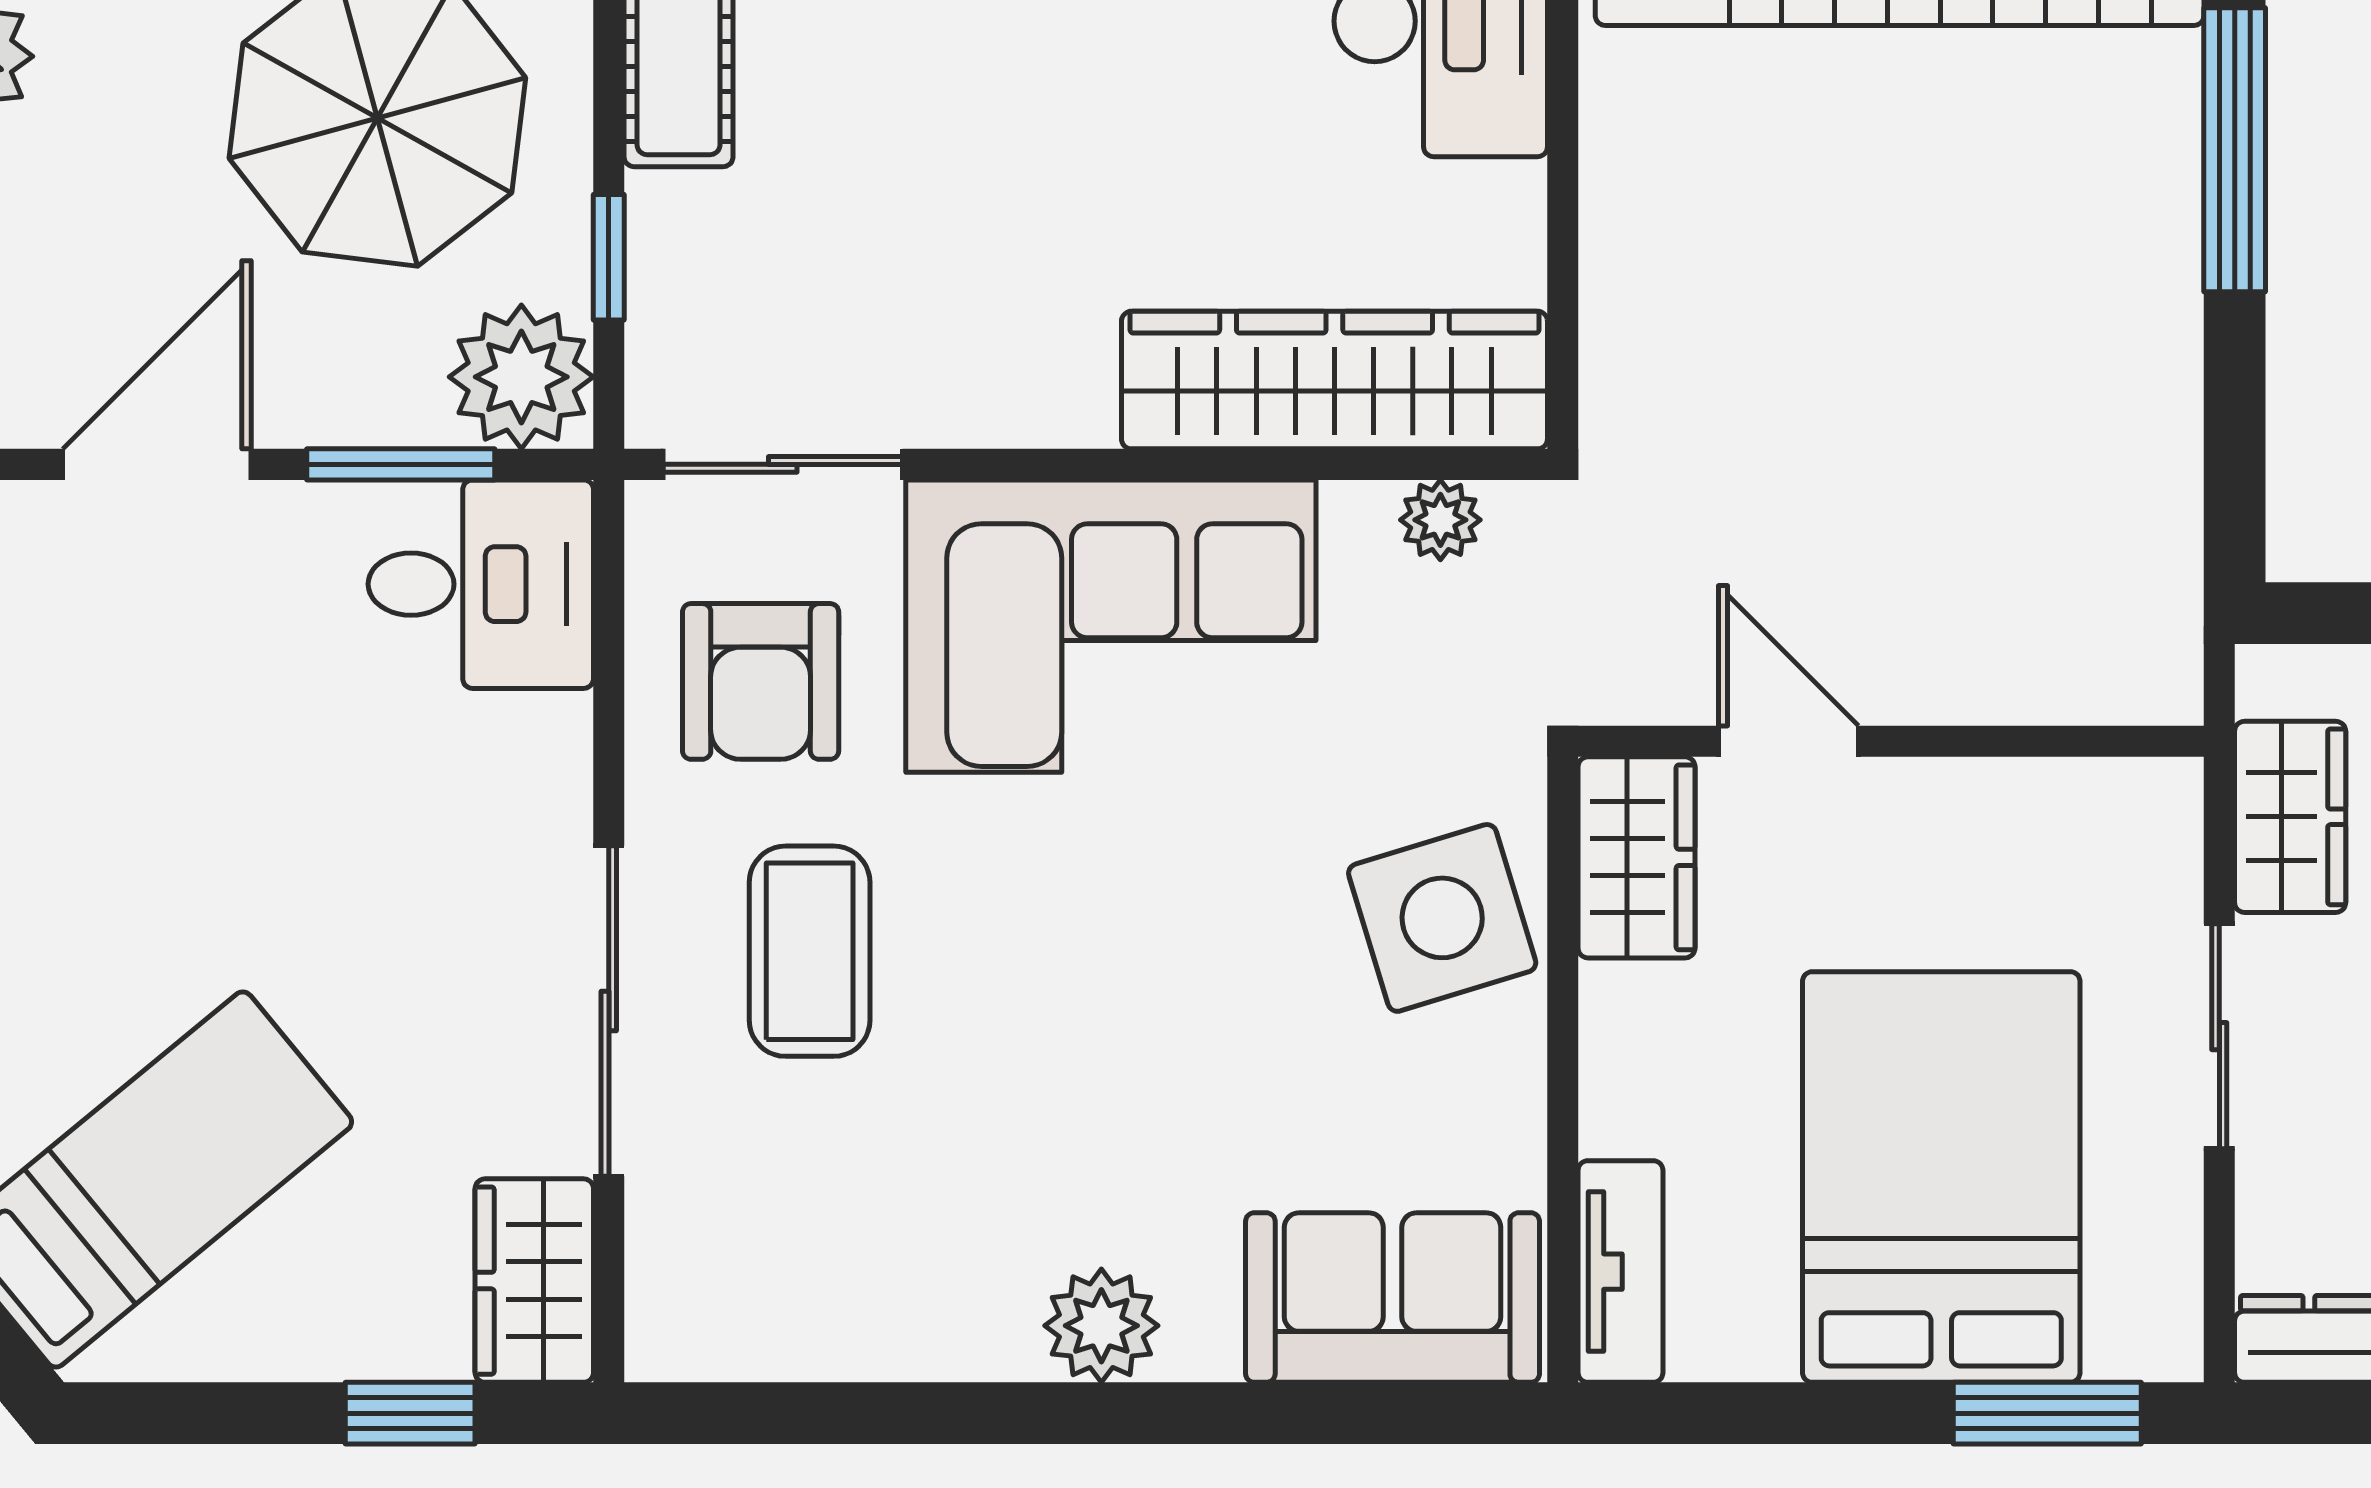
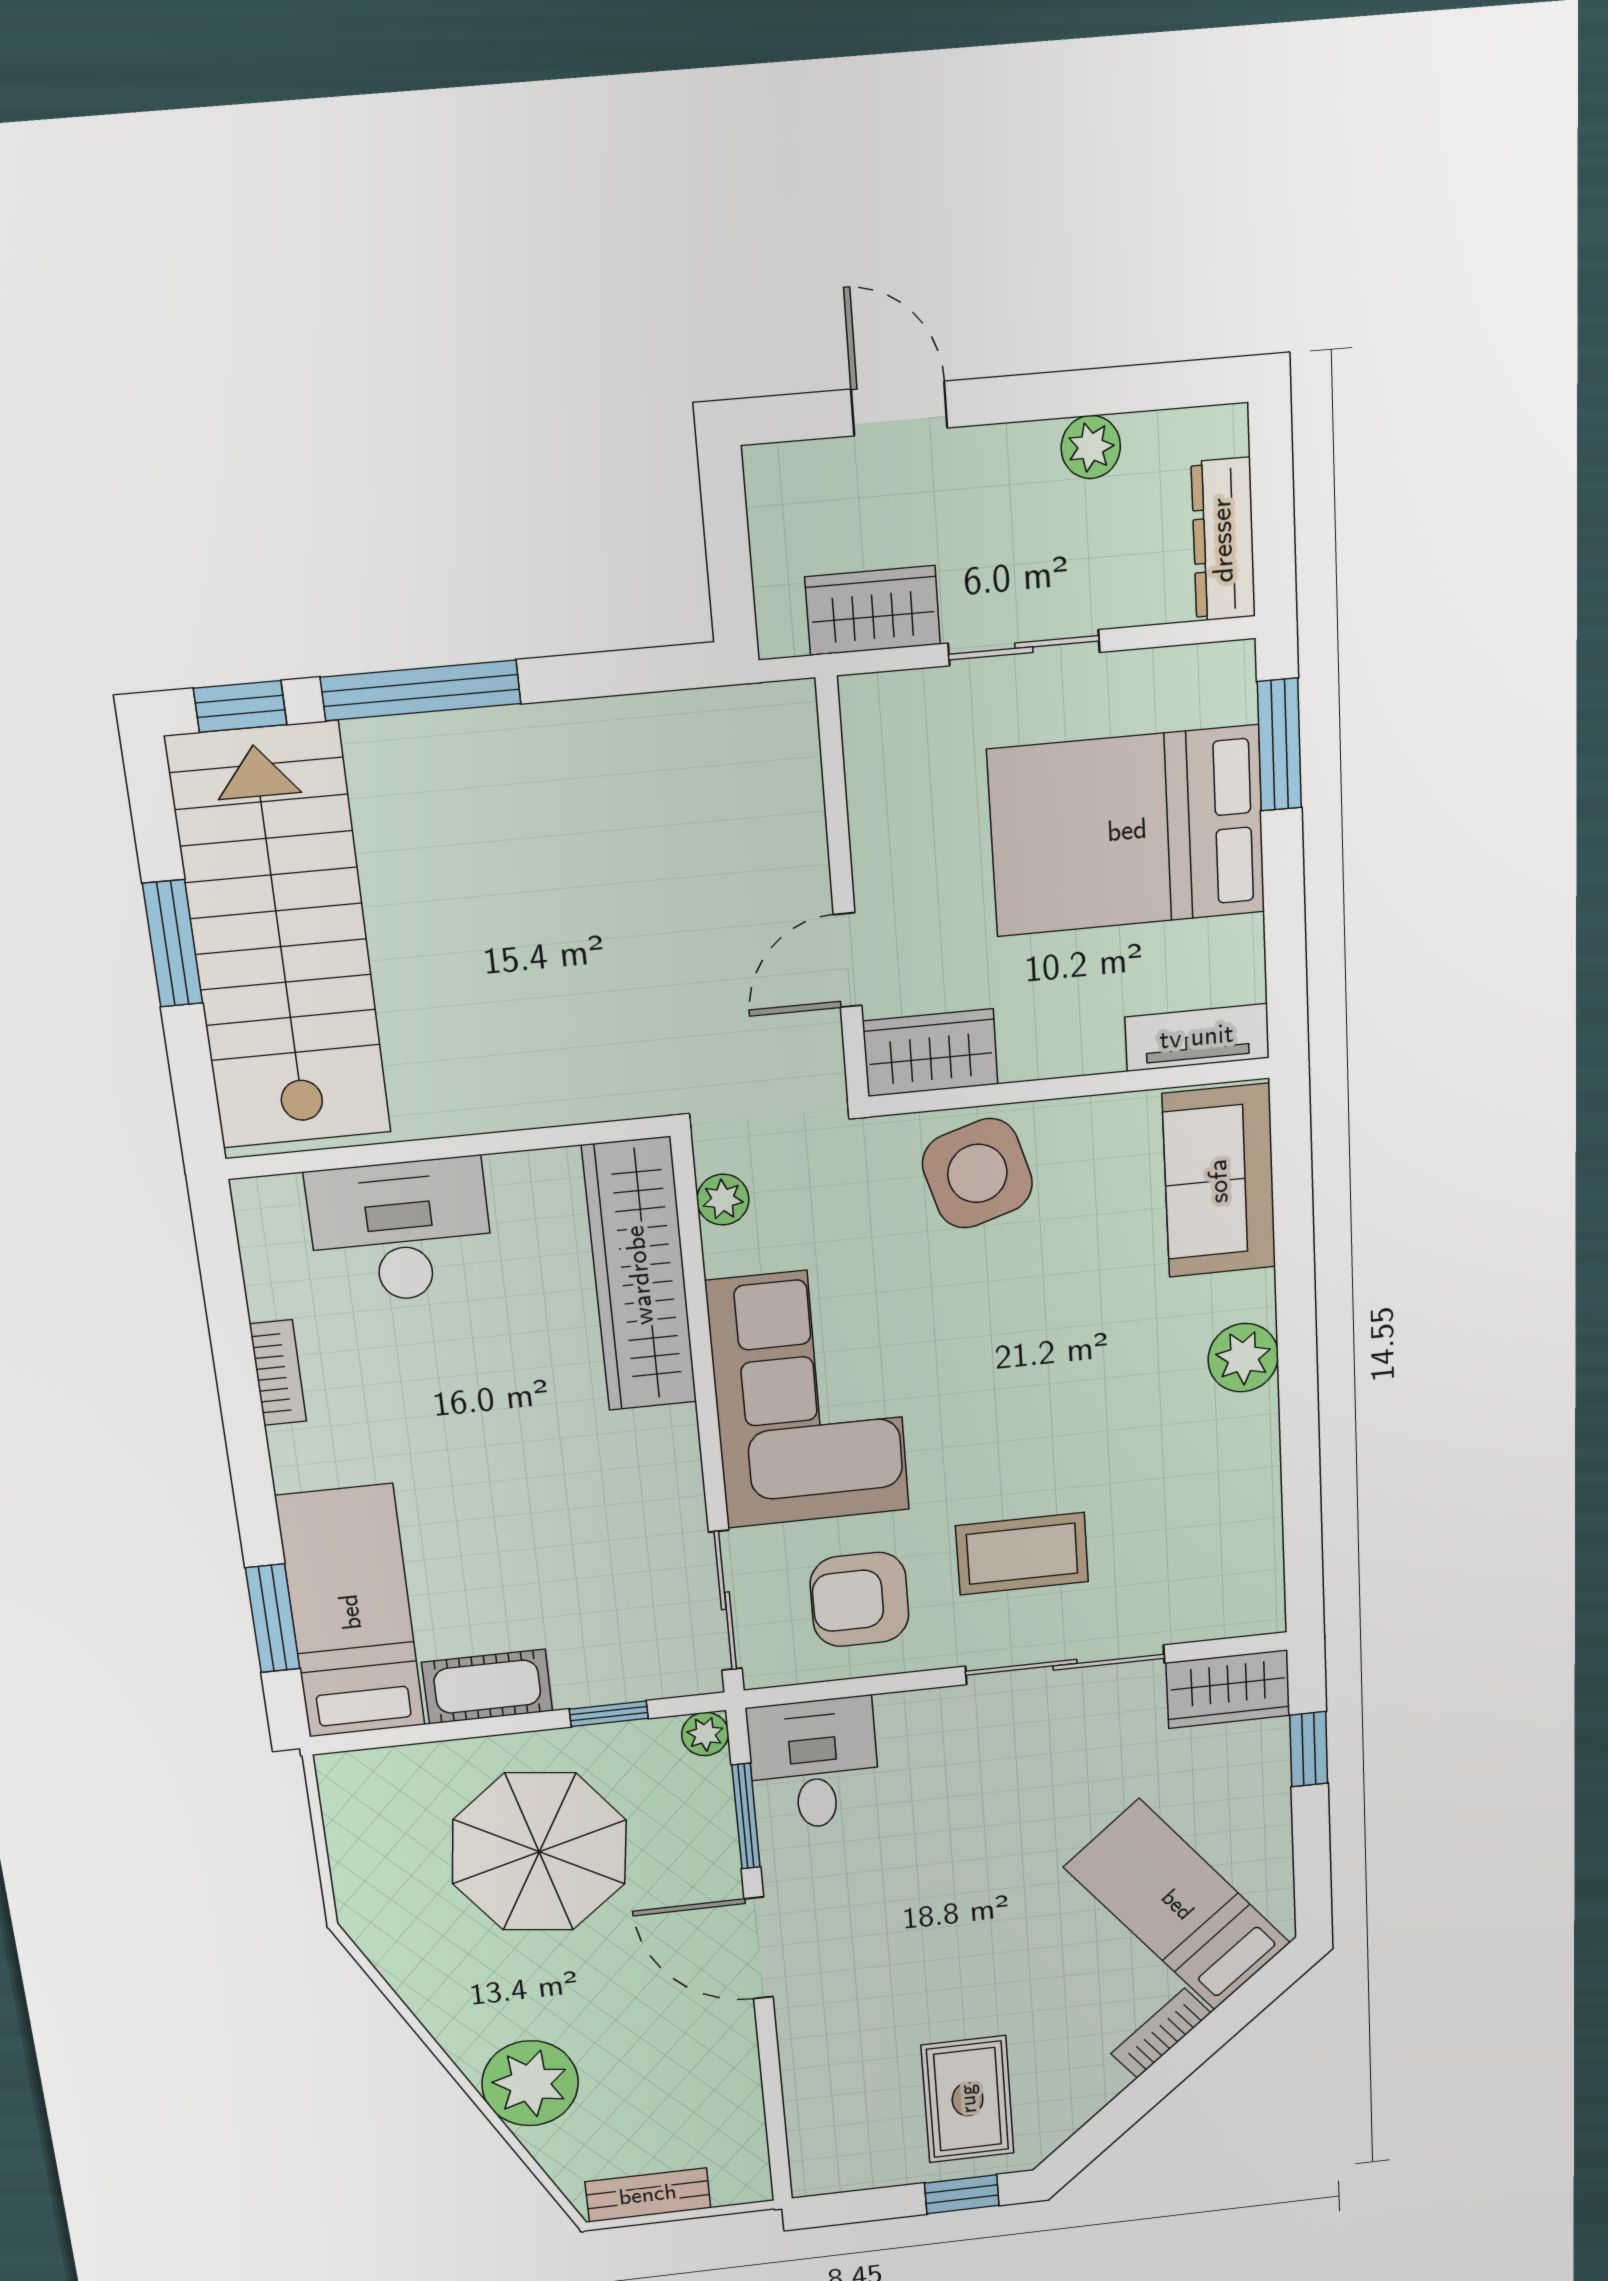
plant: (521, 377) -> (705, 1734), width x0.53, depth x0.53
armchair: (761, 681) -> (859, 1599), turned 180

